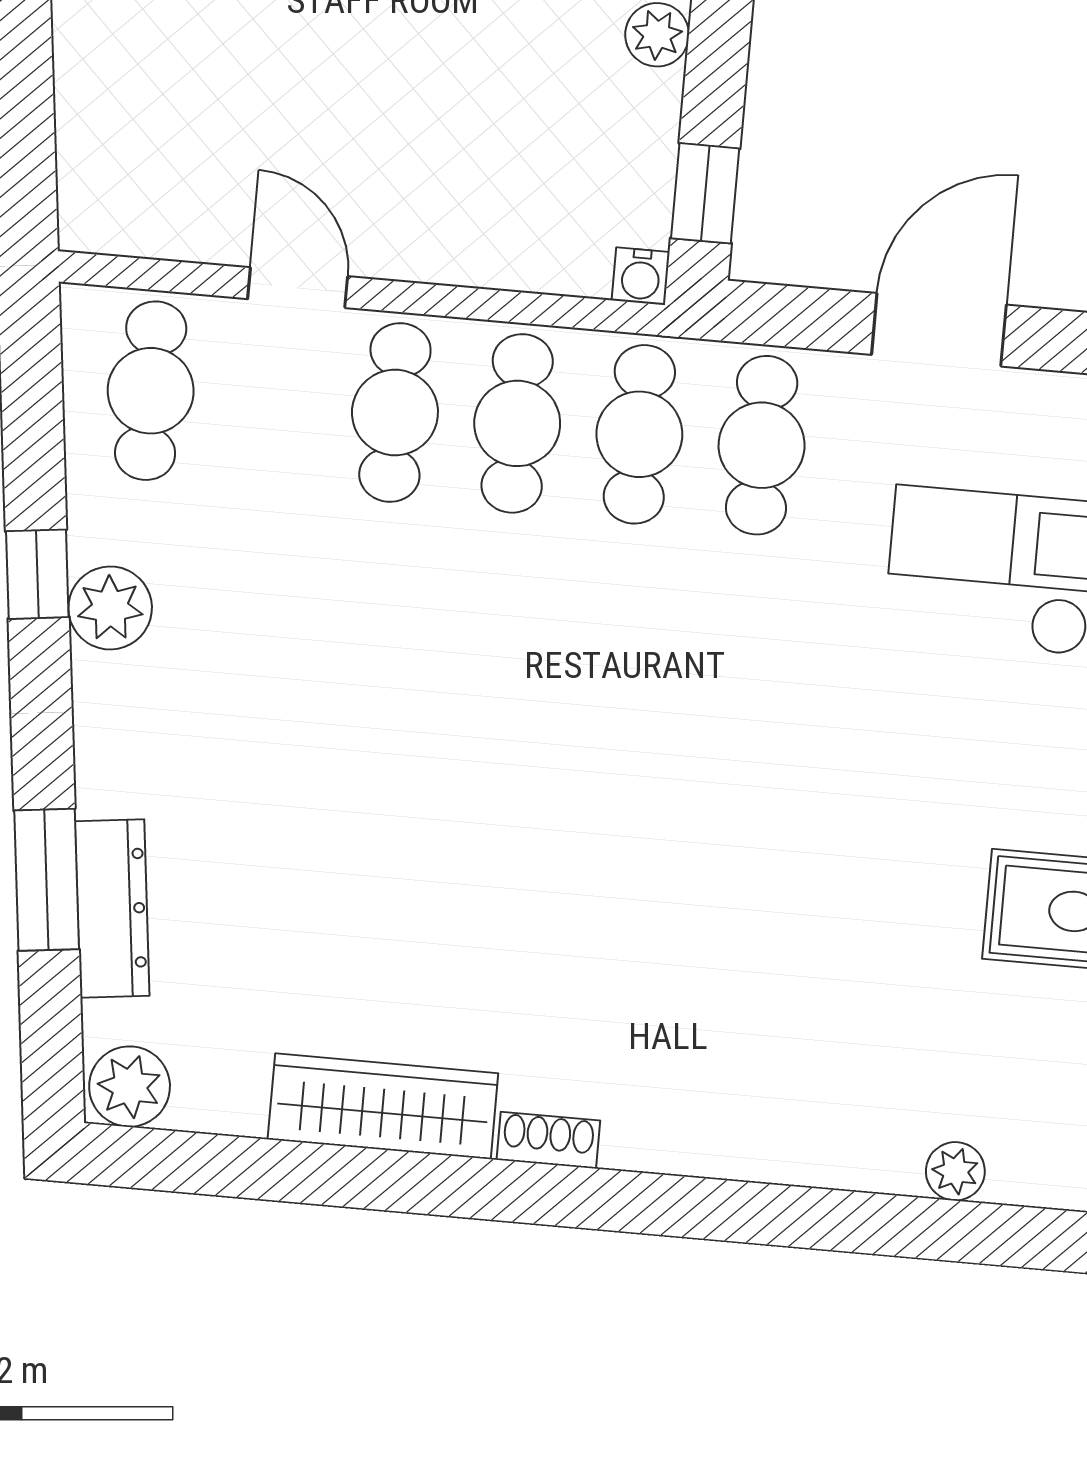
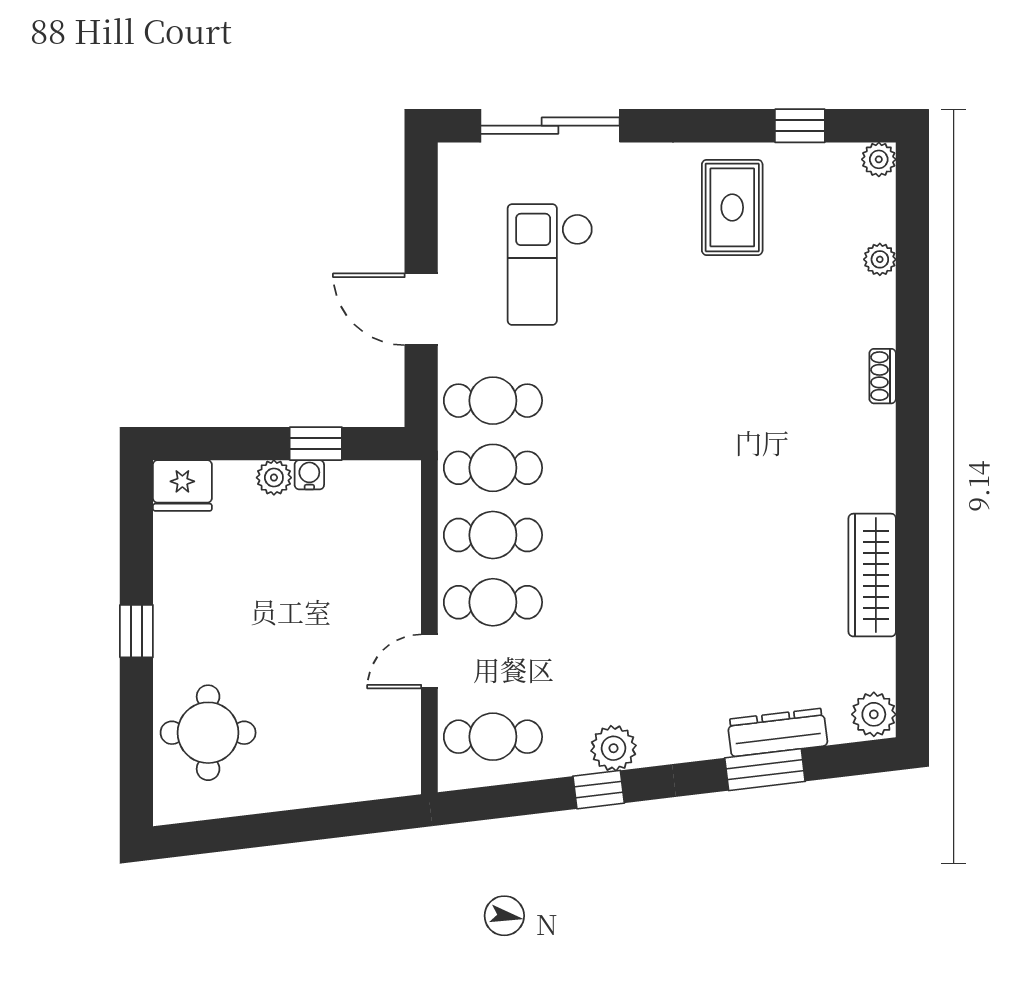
window: (705, 193) -> (316, 444), moved
water cooler: (641, 276) -> (309, 475), moved, turned -90
shoe rack: (548, 1140) -> (883, 376), moved

